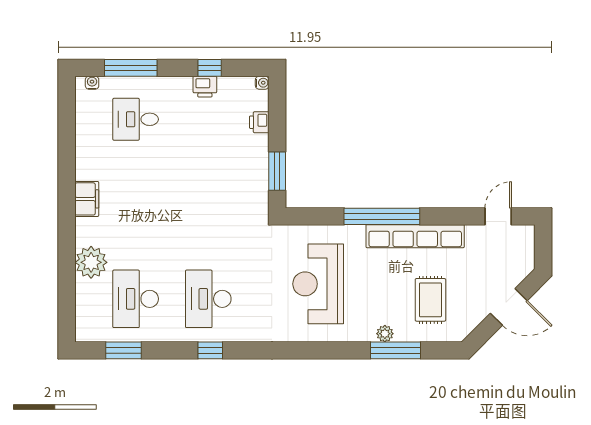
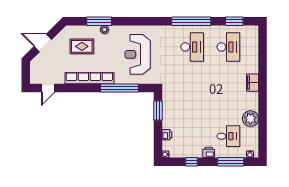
printer: (205, 87) -> (209, 152), moved
filing cabinet: (87, 199) -> (253, 83), moved
window: (382, 216) -> (119, 88), moved
plant: (91, 262) -> (250, 119), moved
reception desk: (318, 284) -> (138, 54), turned 180
rug: (430, 300) -> (82, 46), turned 90
window: (210, 350) -> (191, 21), width x3.17

